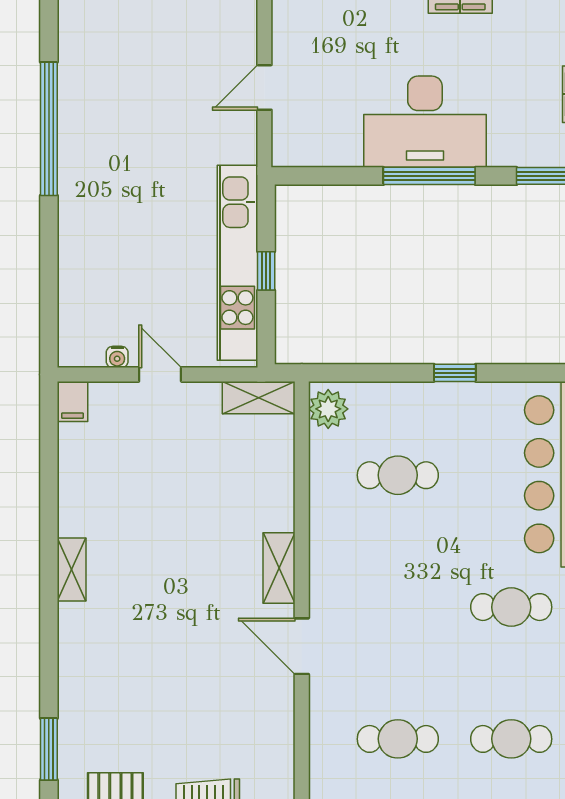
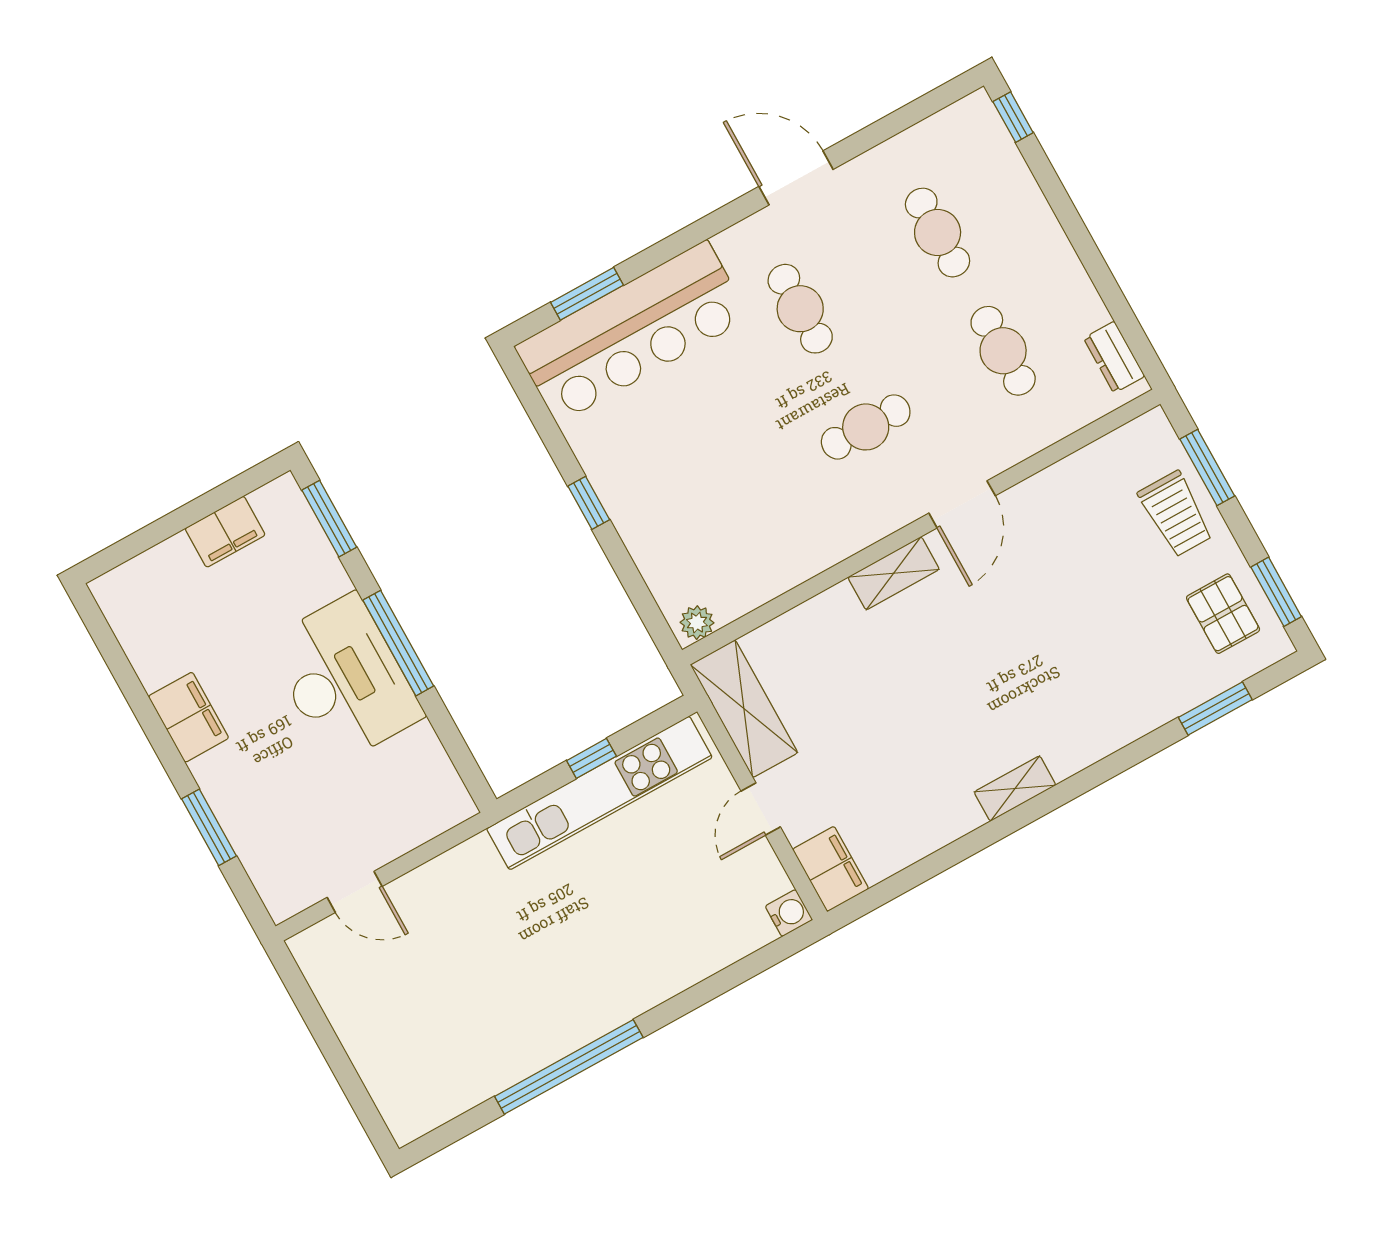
door: (264, 87) -> (355, 892), moved
water cooler: (117, 357) -> (789, 913), moved, width x1.38, depth x1.38
shelving: (259, 398) -> (744, 709), width x1.50, depth x1.33
filing cabinet: (73, 401) -> (831, 869), width x2.00
plant: (328, 409) -> (697, 623), width x0.73, depth x0.73
cafe table: (398, 475) -> (866, 427), moved, turned 90

